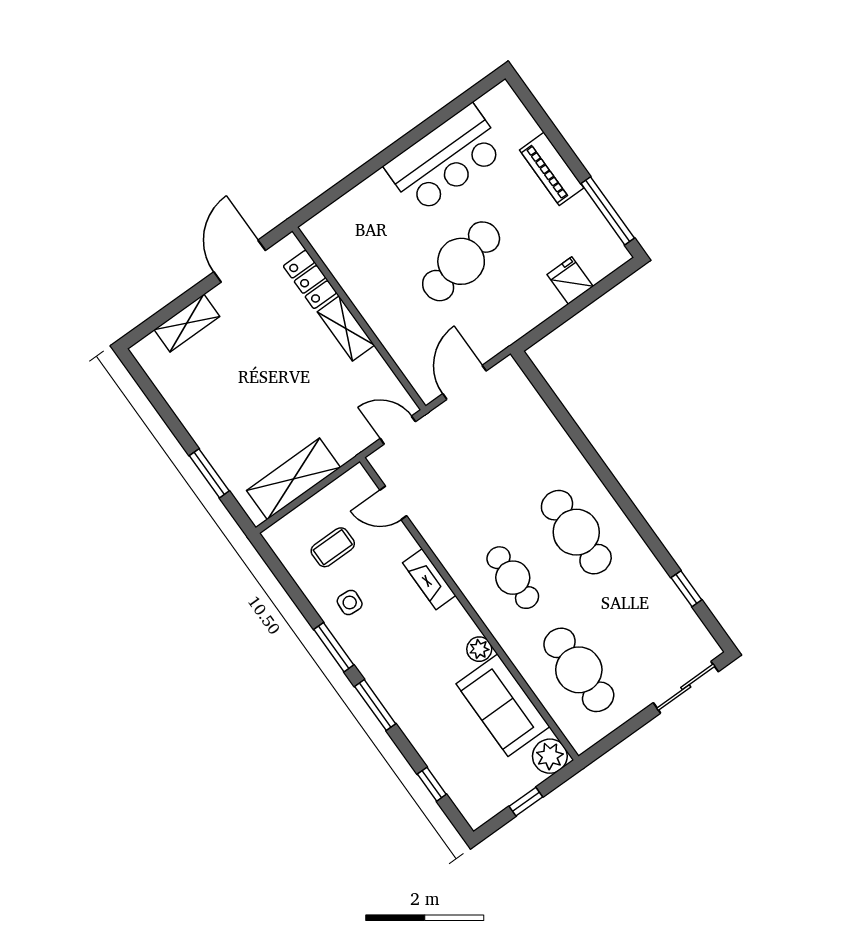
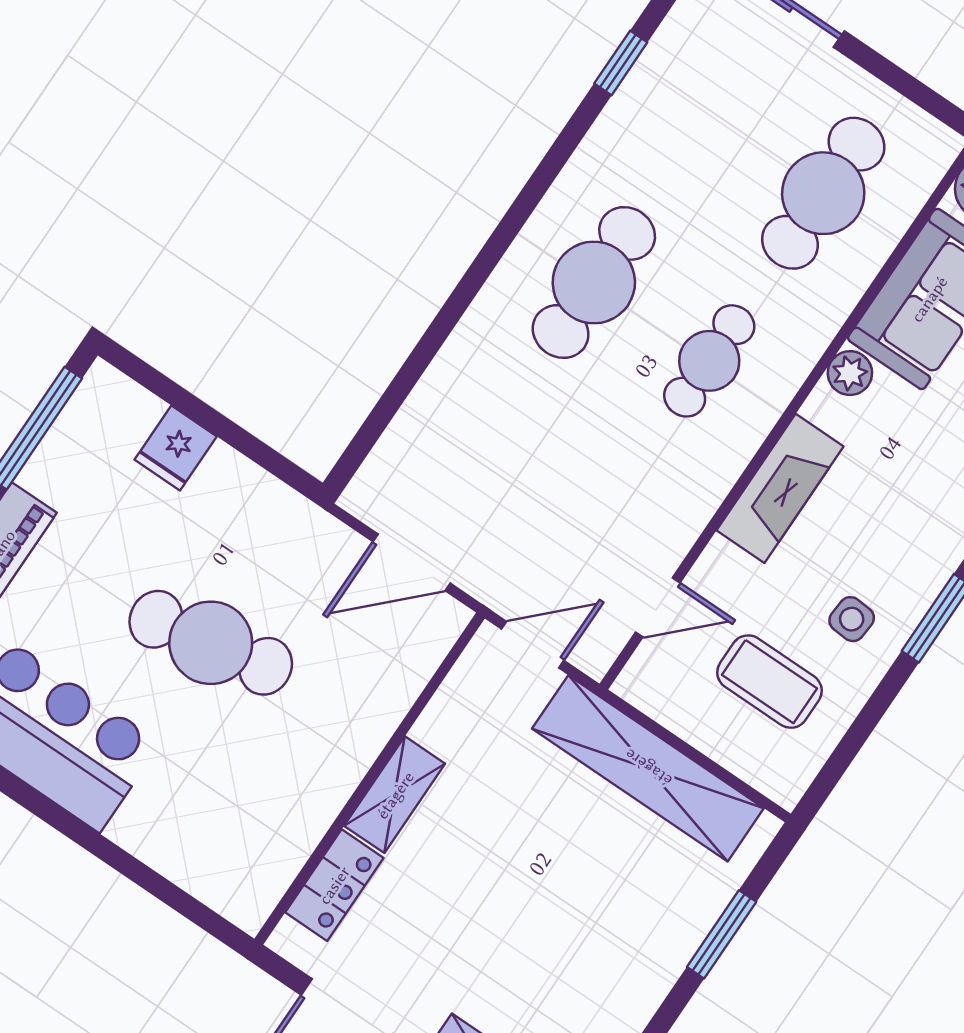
door: (398, 430) -> (533, 645), swing flipped
shelving: (293, 479) -> (648, 768), width x1.47
door: (393, 503) -> (658, 607), hinge flipped
coffee table: (333, 547) -> (769, 682), width x1.36, depth x1.30
fireplace: (429, 579) -> (780, 488), width x1.37, depth x1.32

